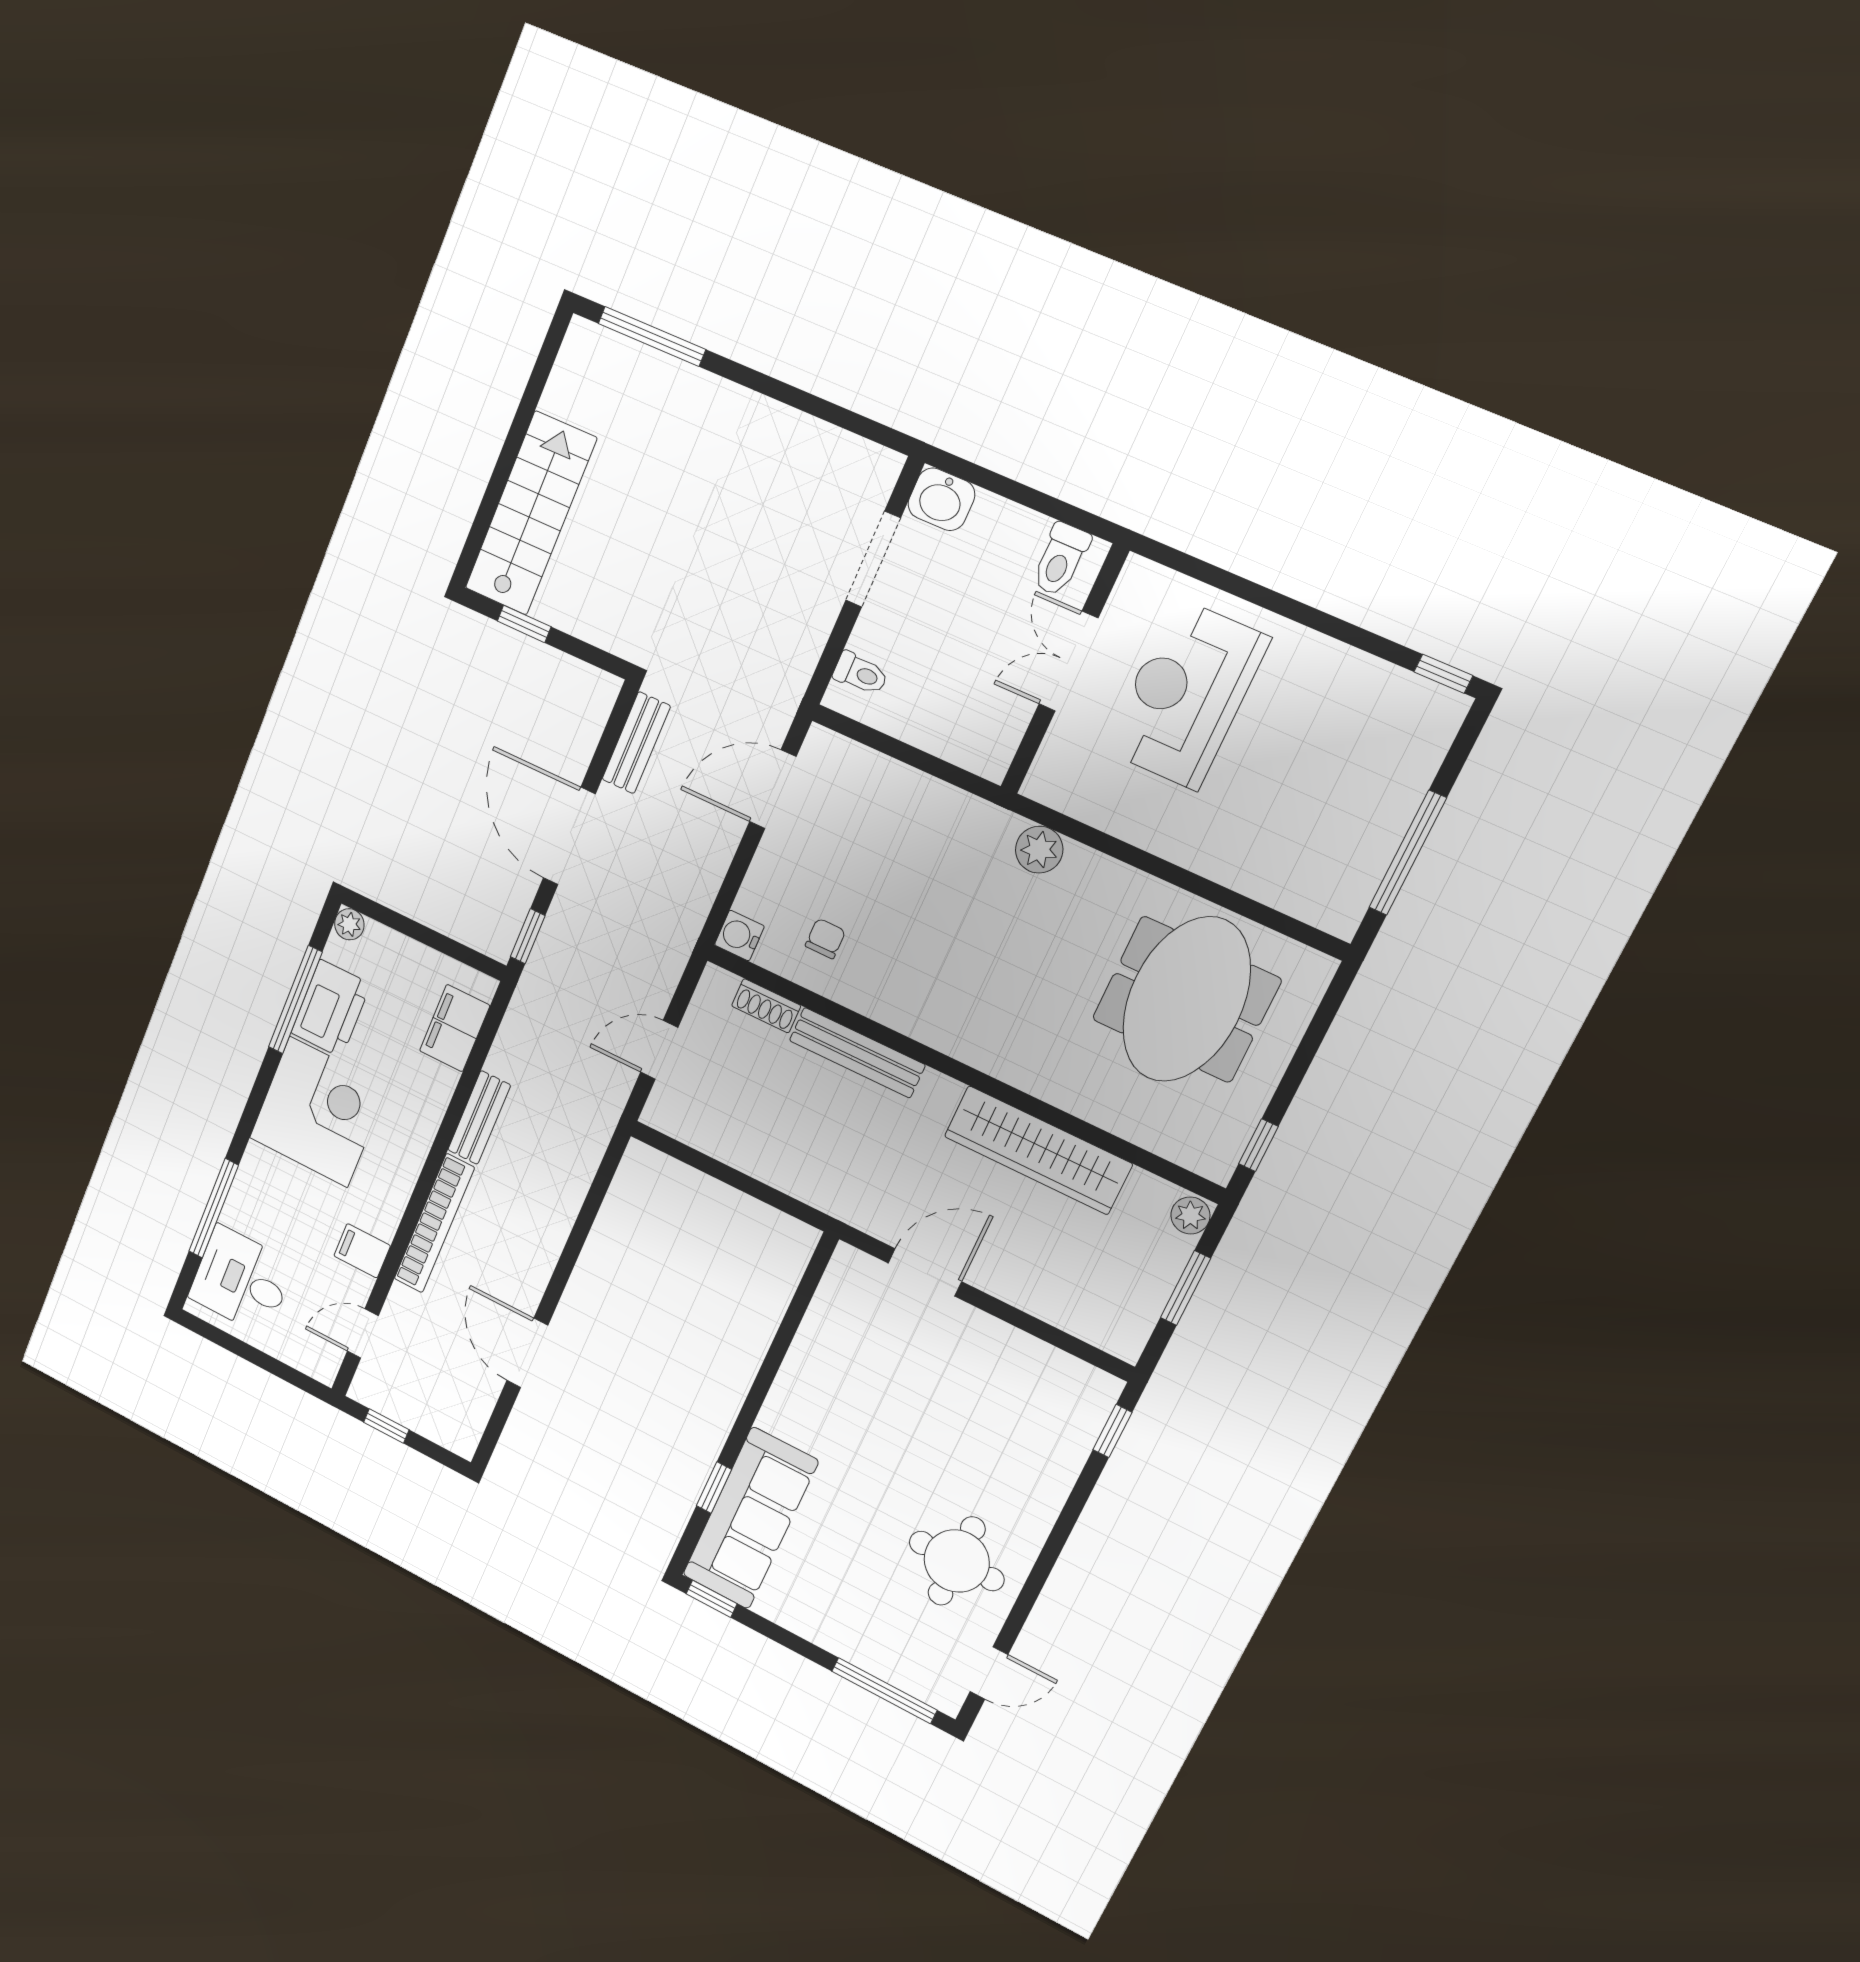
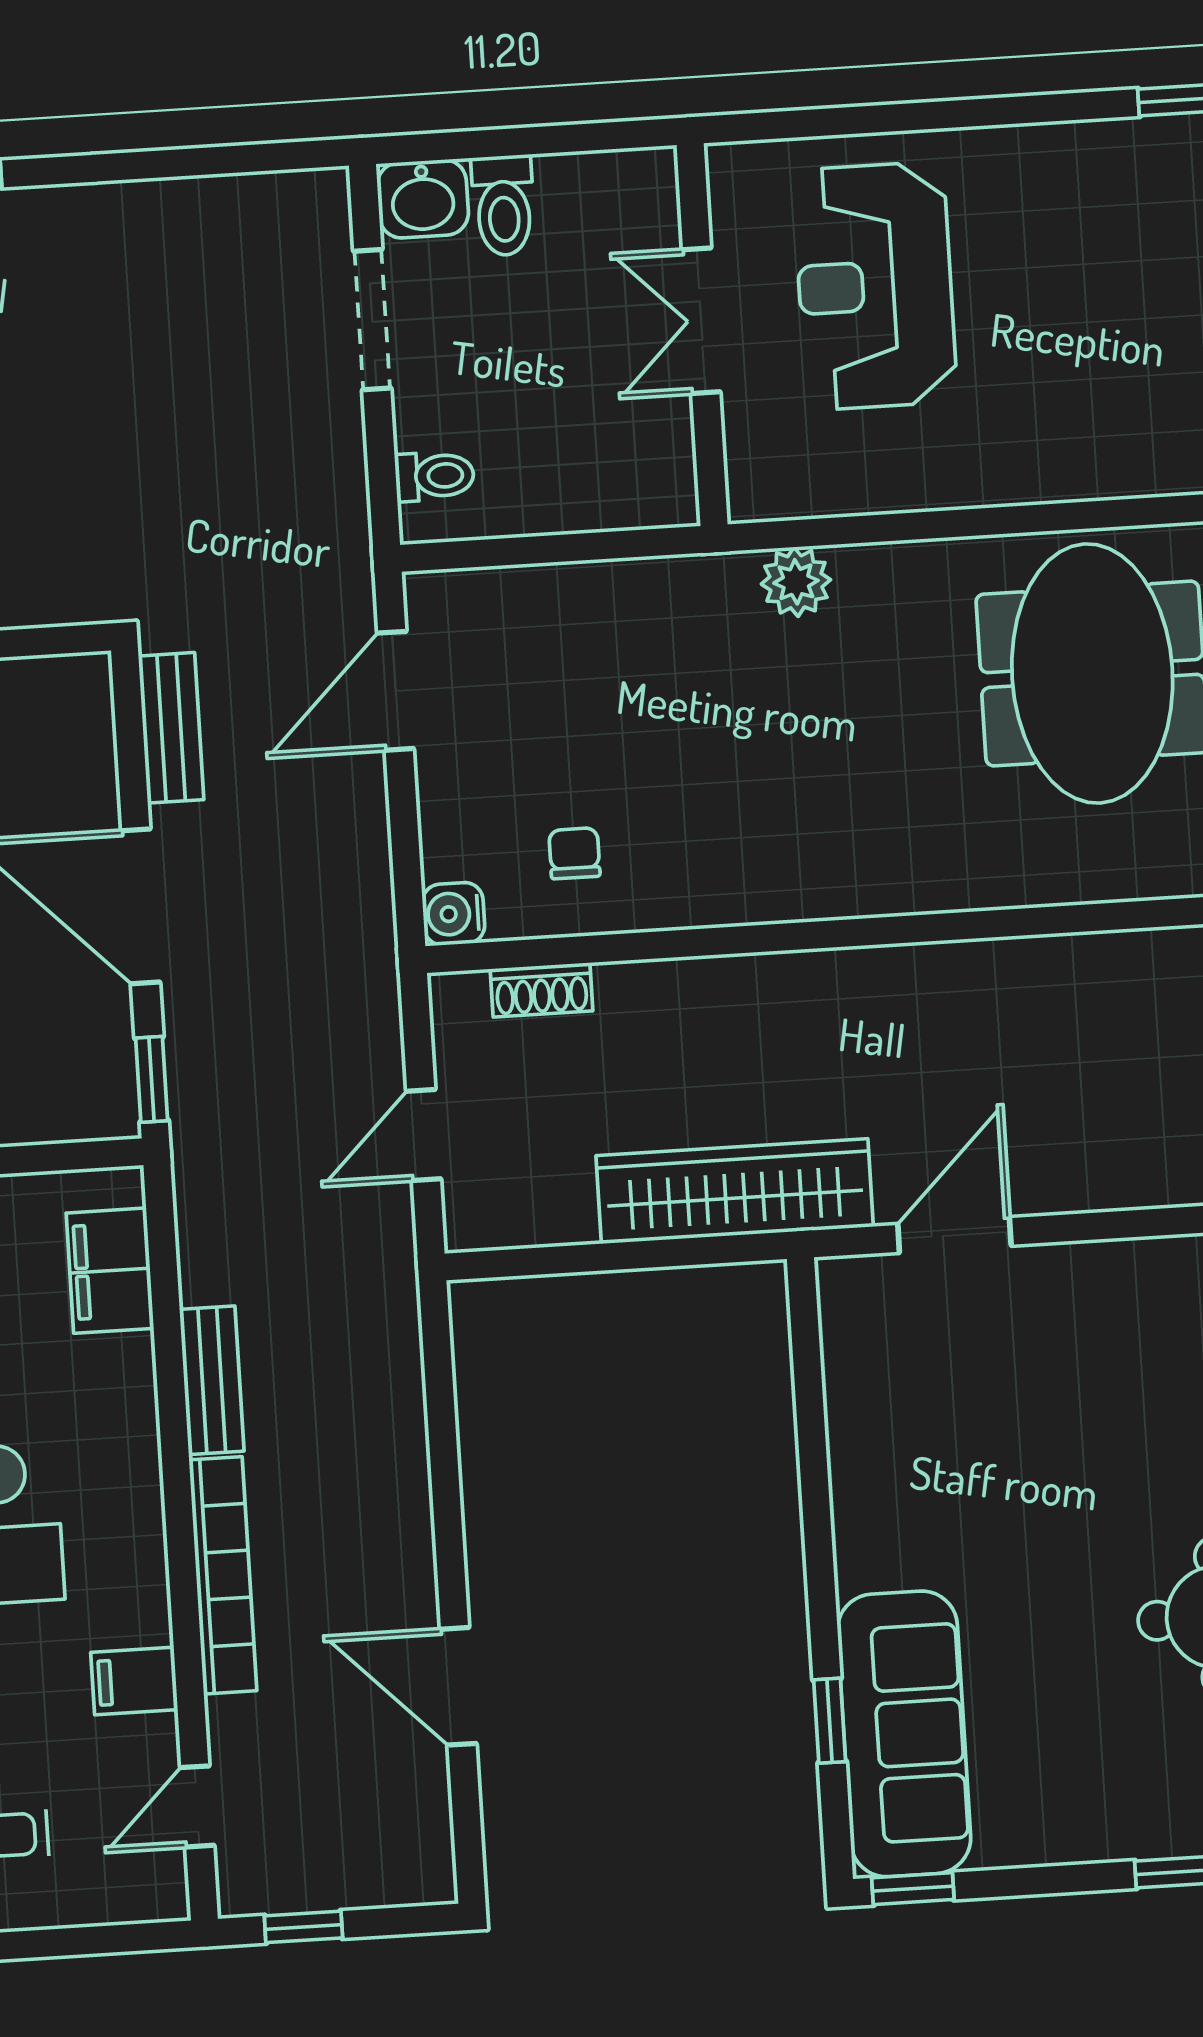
toilet: (1061, 559) -> (503, 205), moved
bench: (857, 1053) -> (700, 985), removed
wardrobe: (1038, 1150) -> (735, 1191), moved, turned 180

